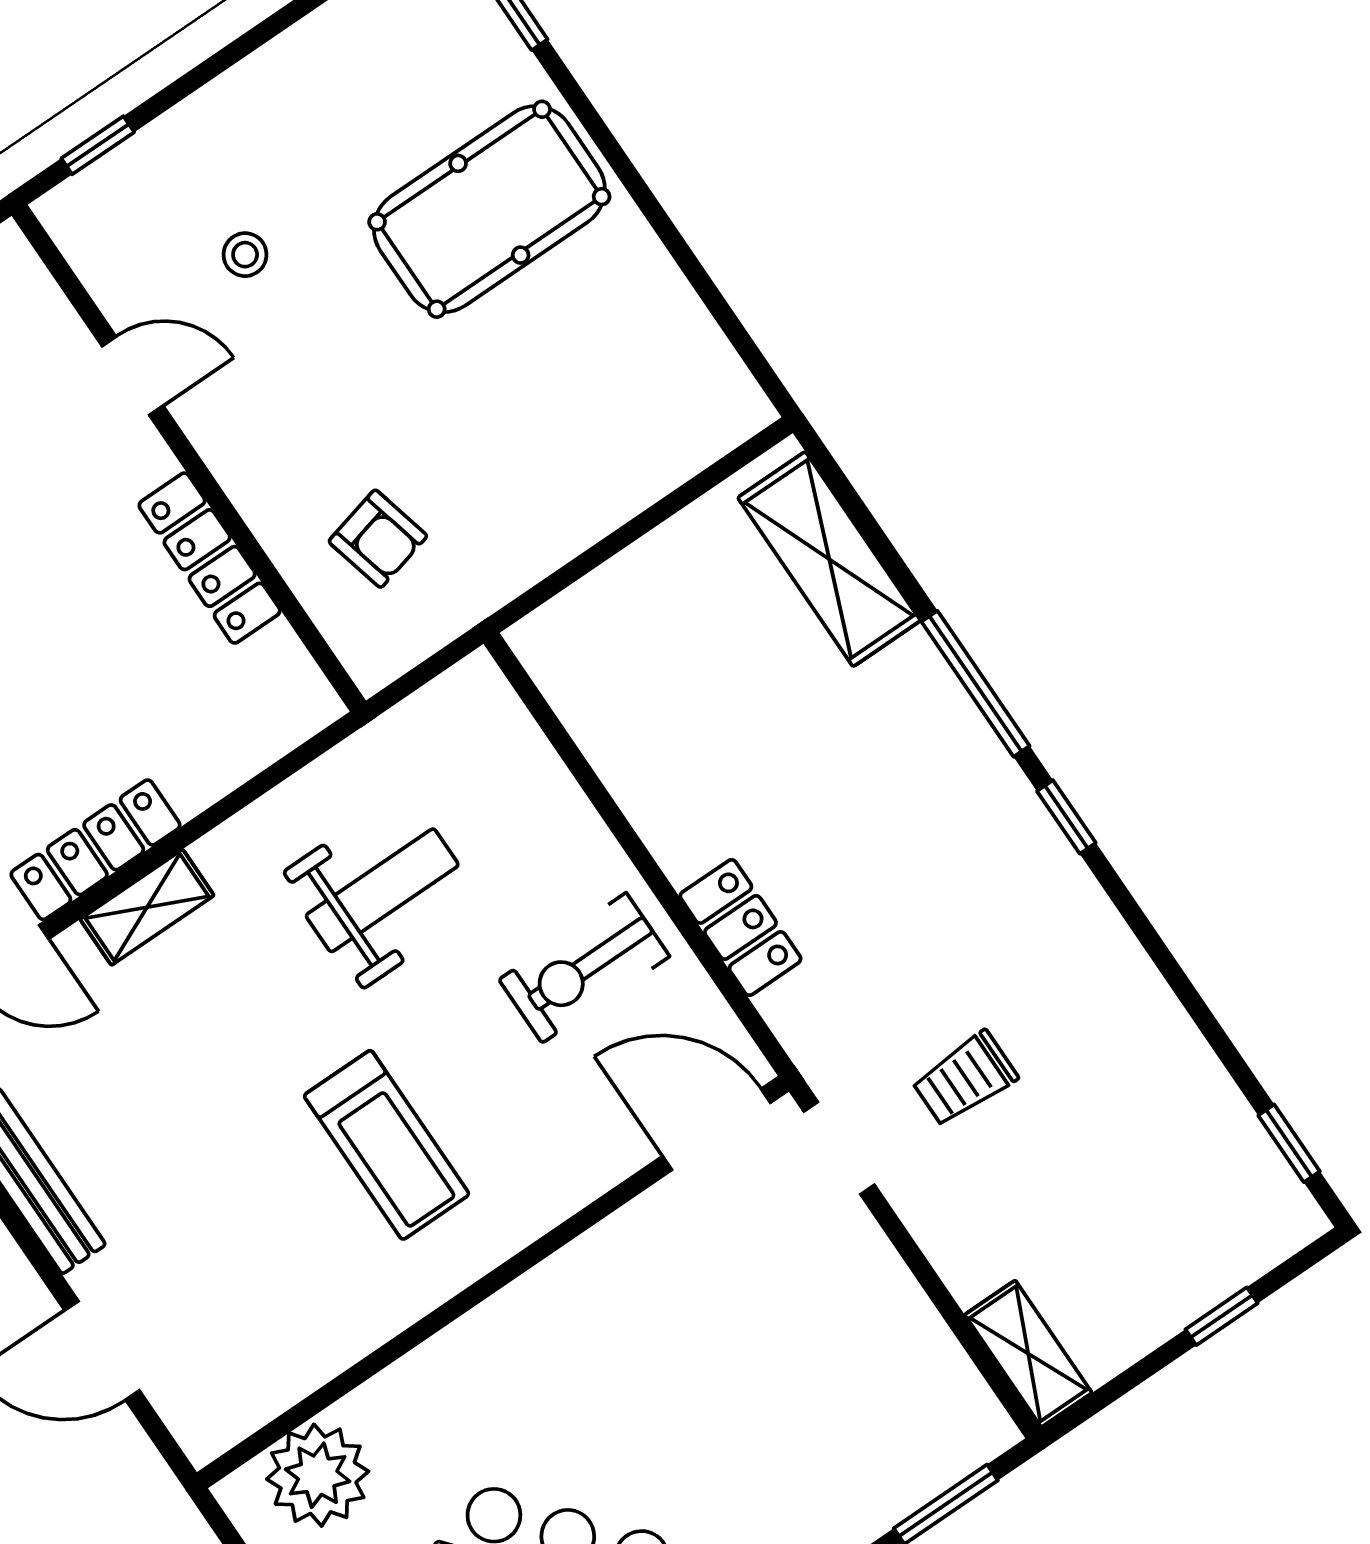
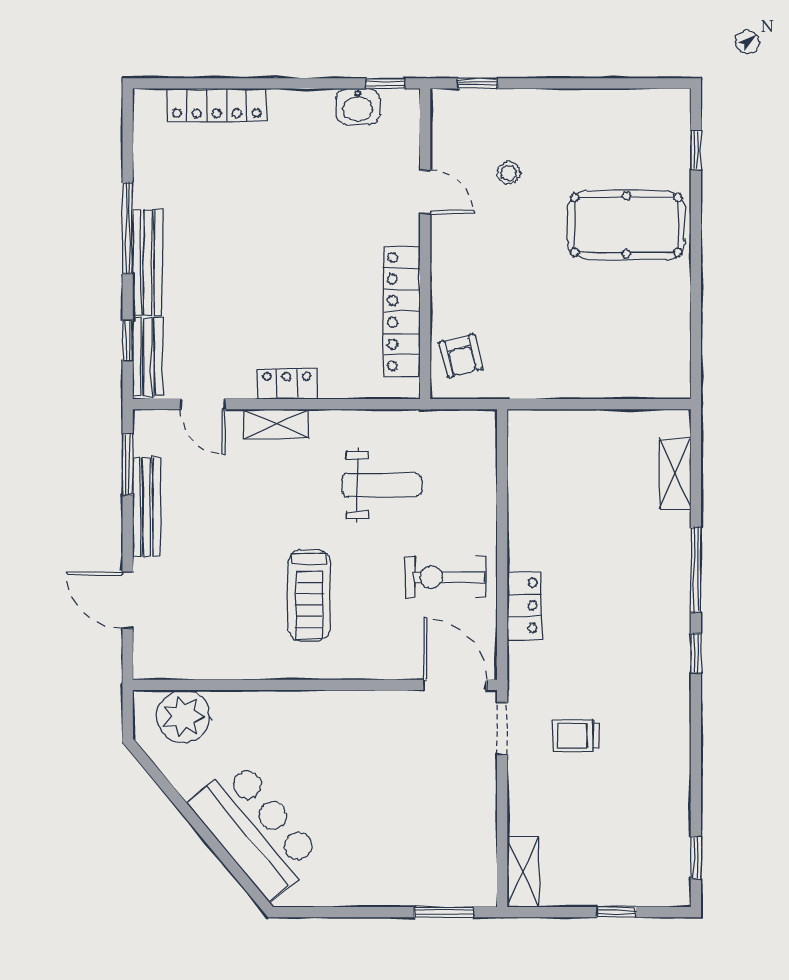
armchair: (378, 539) -> (461, 356), moved
locker: (210, 558) -> (402, 312), width x1.41, depth x1.21
shelving: (829, 559) -> (675, 474), width x0.67, depth x0.75
locker: (96, 850) -> (287, 384), width x0.66

